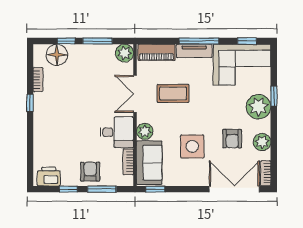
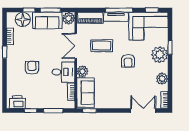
sofa: (93, 56) -> (47, 20), added
armchair: (232, 139) -> (128, 61), moved
side table: (192, 146) -> (115, 82), removed
armchair: (90, 172) -> (32, 68), moved
double door: (234, 189) -> (143, 111), width x0.73

